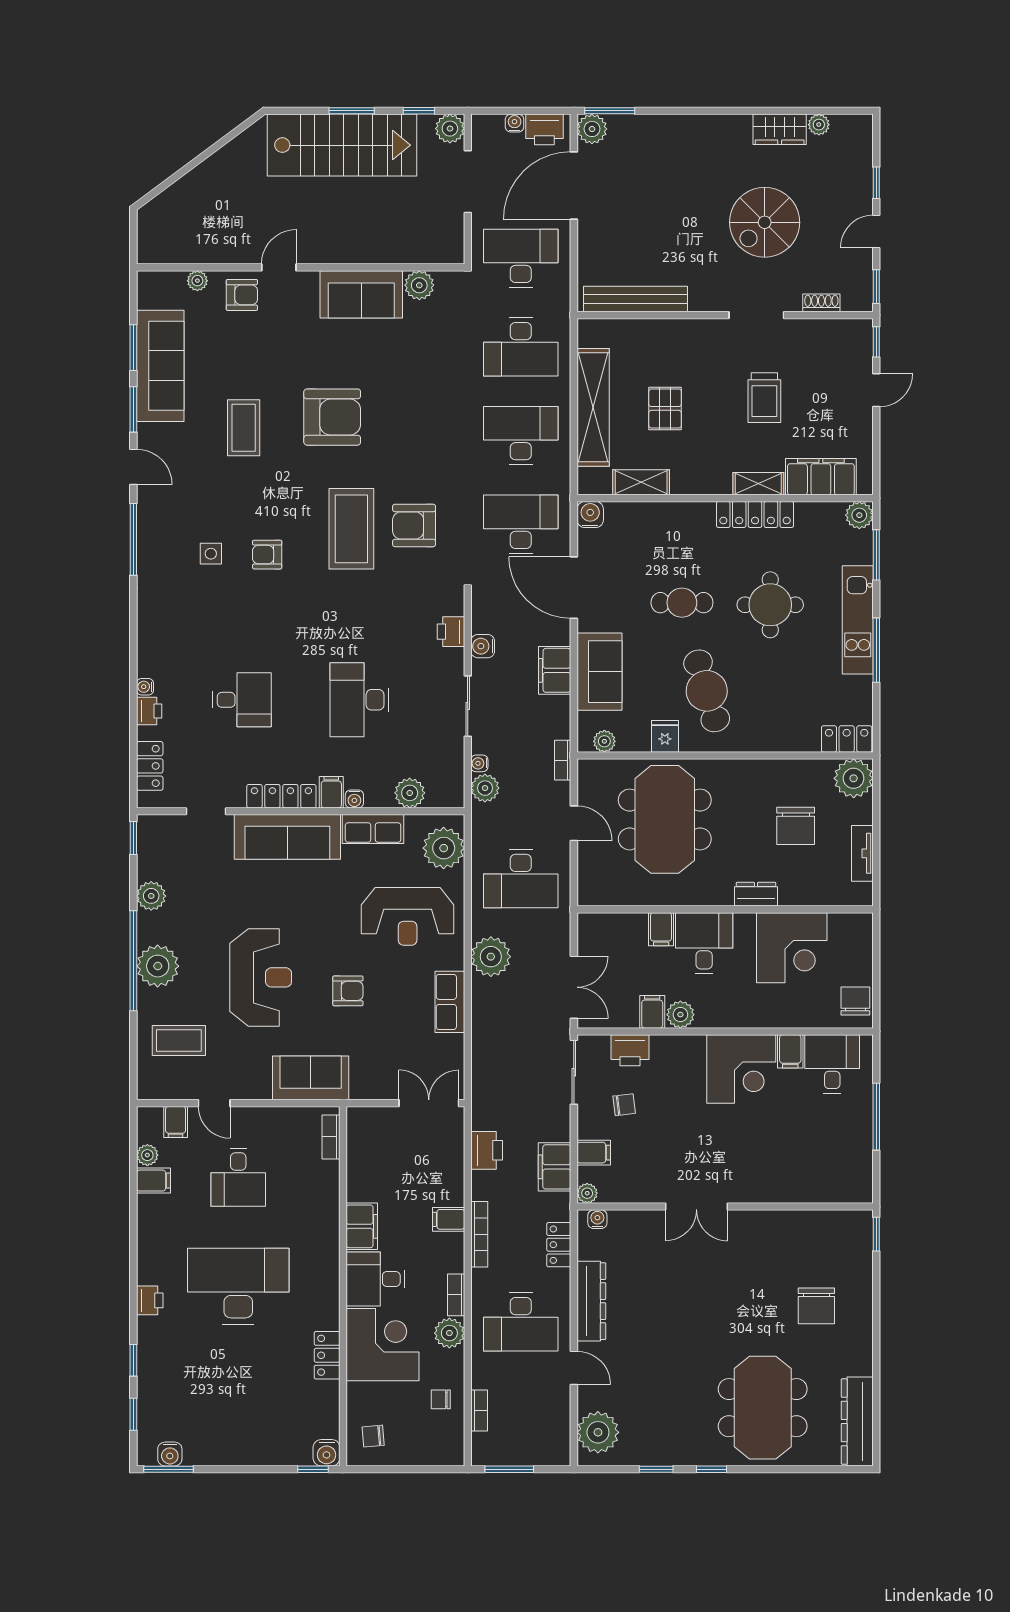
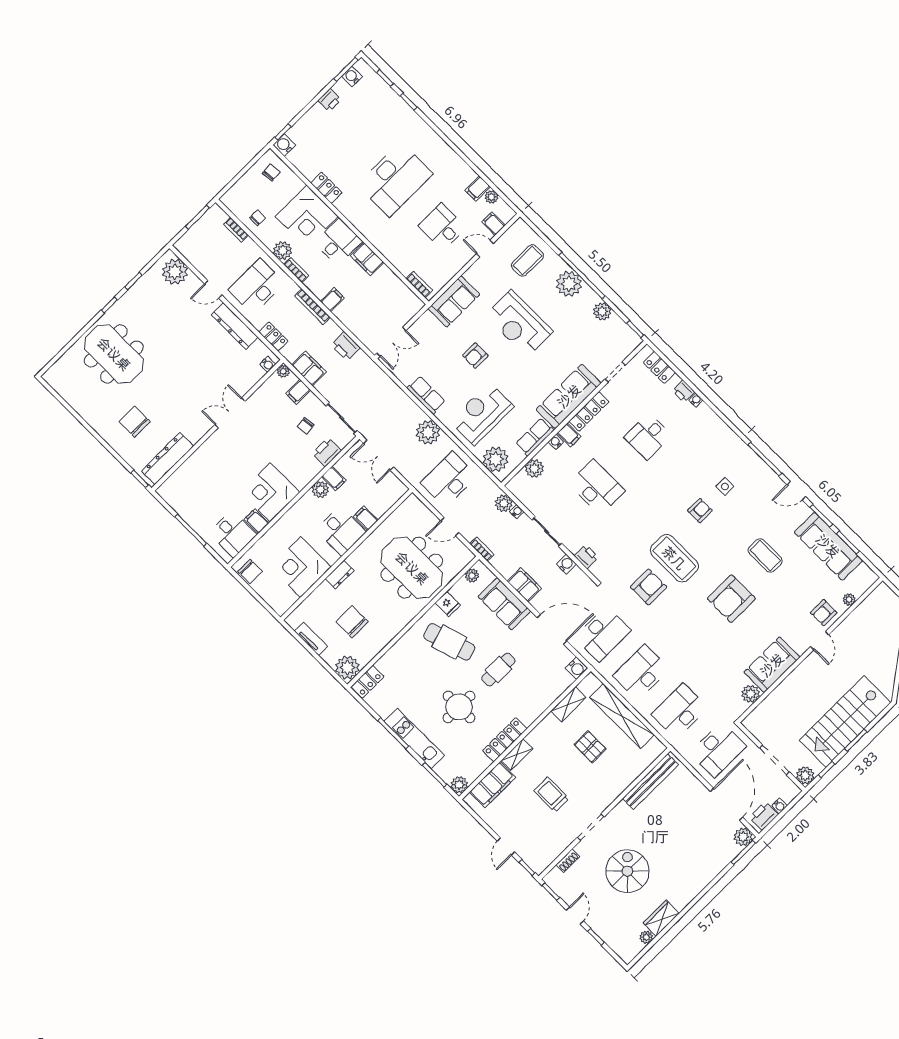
desk: (521, 435) -> (641, 672), turned 180
printer: (150, 1300) -> (329, 100), moved, turned -90
dresser: (857, 1422) -> (167, 459), moved, turned -90

